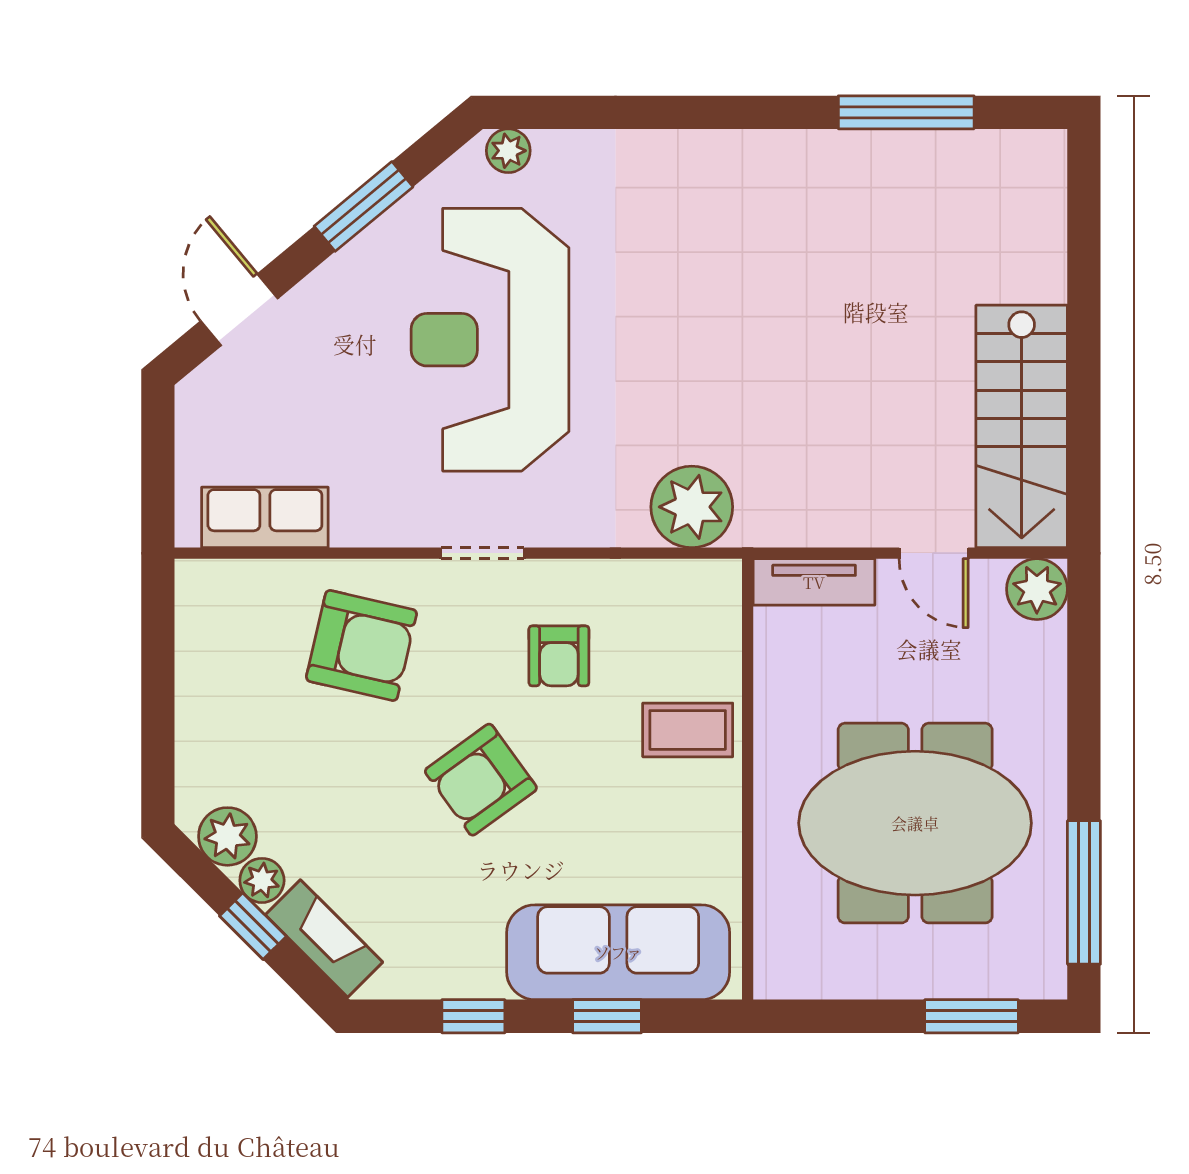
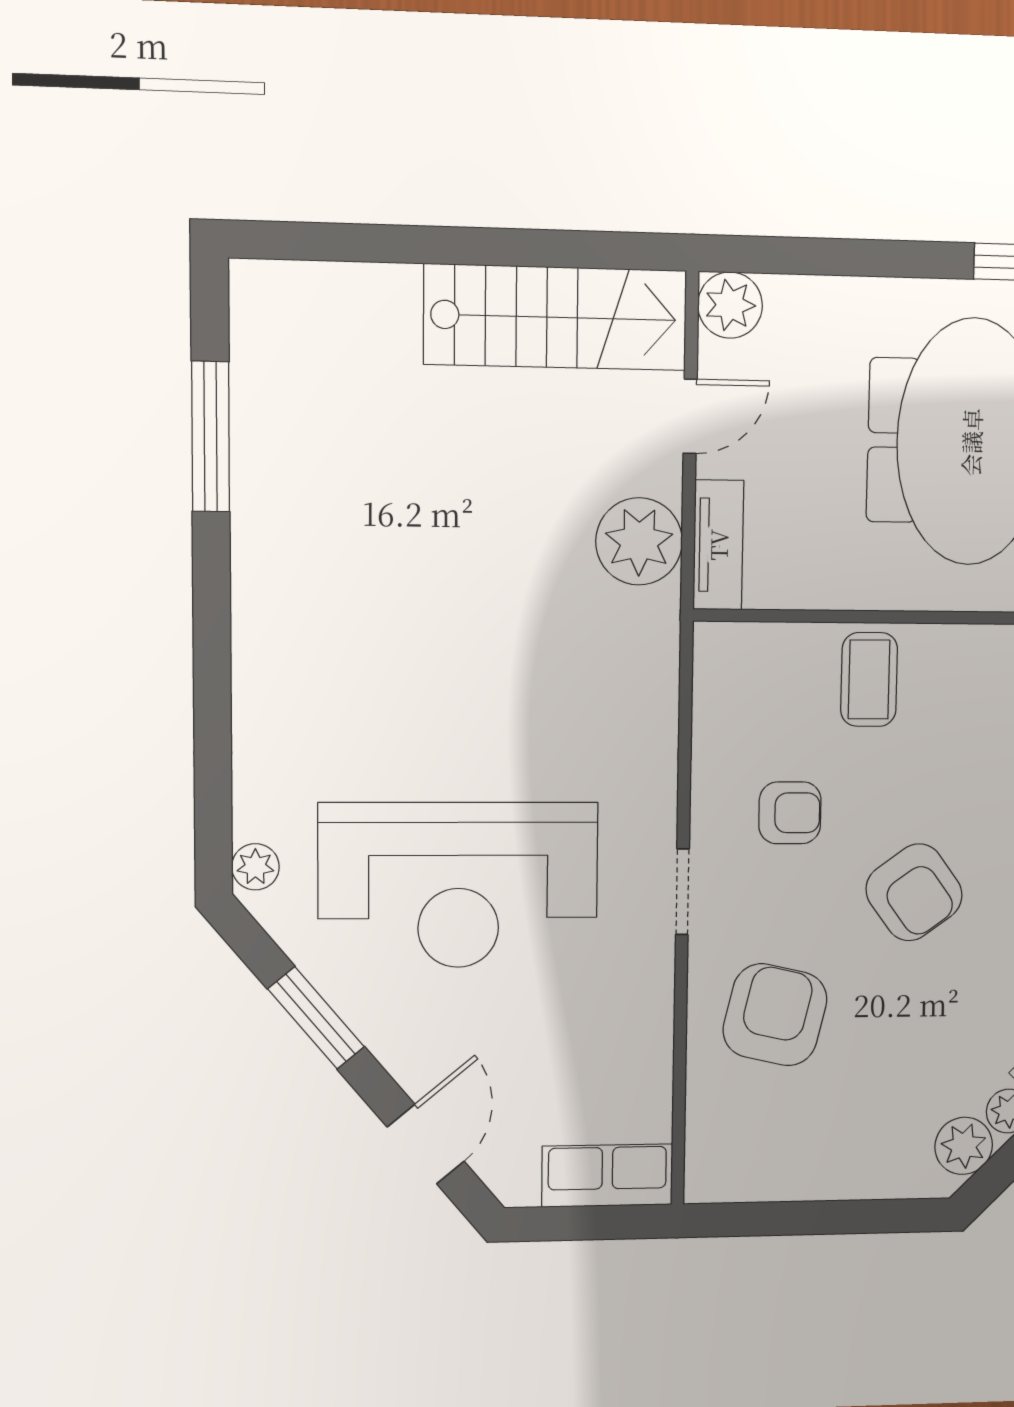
door: (239, 310) -> (426, 1144), swing flipped
plant: (692, 507) -> (639, 541), moved
row of seats: (265, 517) -> (607, 1175), moved, turned 90

